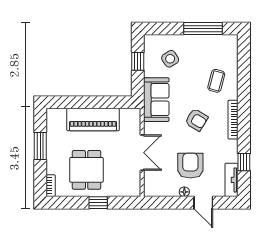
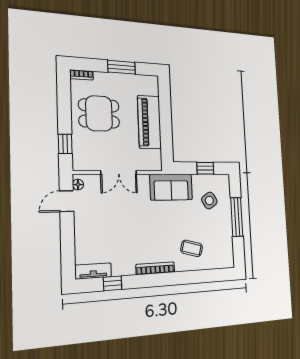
window: (203, 29) -> (237, 217), moved
armchair: (196, 120) -> (153, 229), removed
armchair: (190, 166) -> (107, 225), removed
floor lamp: (184, 192) -> (78, 185), moved
window: (98, 203) -> (65, 144), moved
door: (203, 203) -> (67, 201), moved

